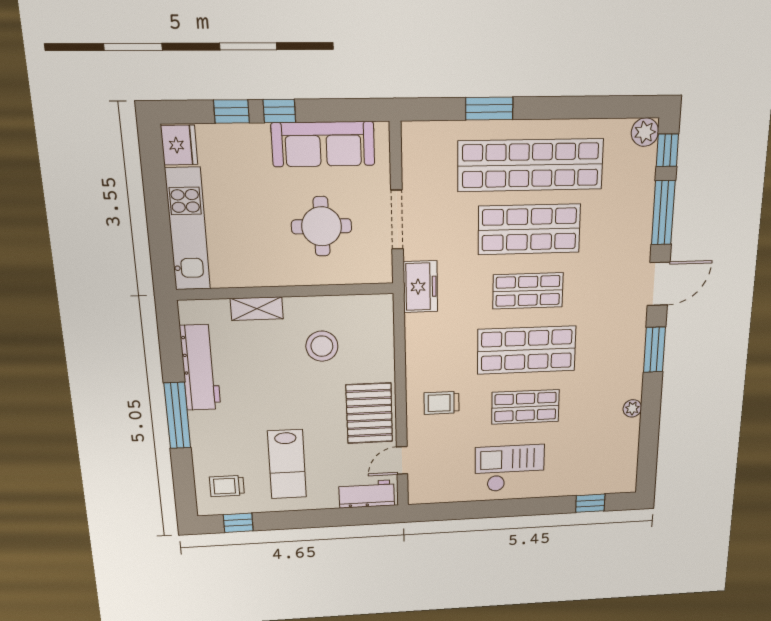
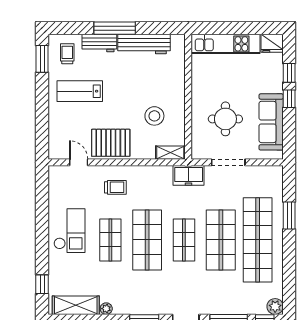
shelving: (257, 309) -> (170, 153), moved, turned 90
trolley: (442, 403) -> (115, 187), turned 90
shelving: (624, 453) -> (76, 305), added
workbench: (367, 494) -> (99, 43), moved, turned 90
window: (238, 523) -> (42, 59), width x1.50

